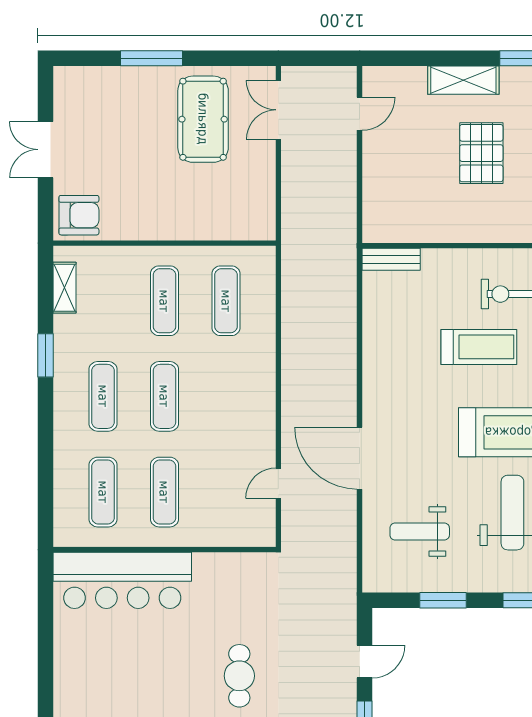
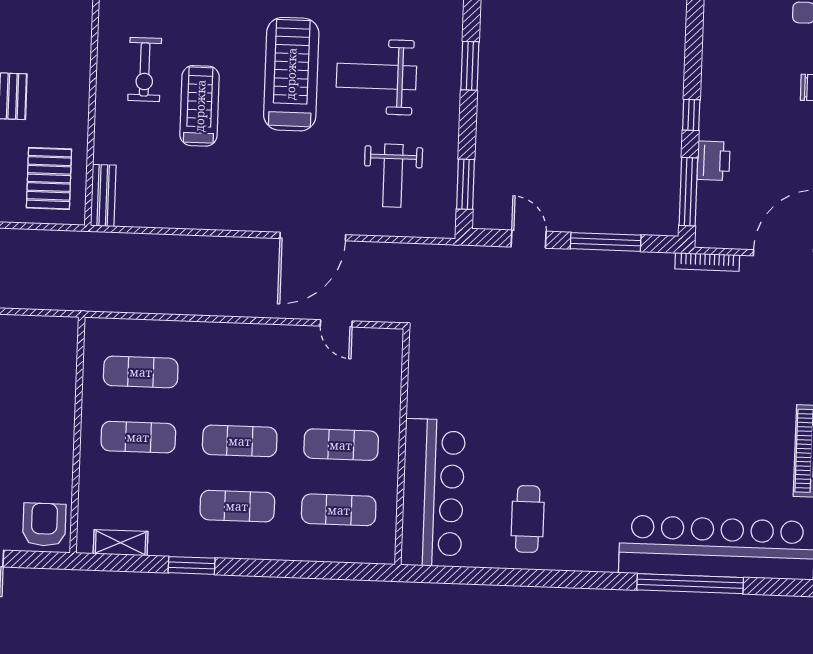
pallet: (405, 208) -> (49, 178), added
window: (443, 600) -> (466, 184), moved
cafe table: (239, 676) -> (528, 519), moved, turned 90

